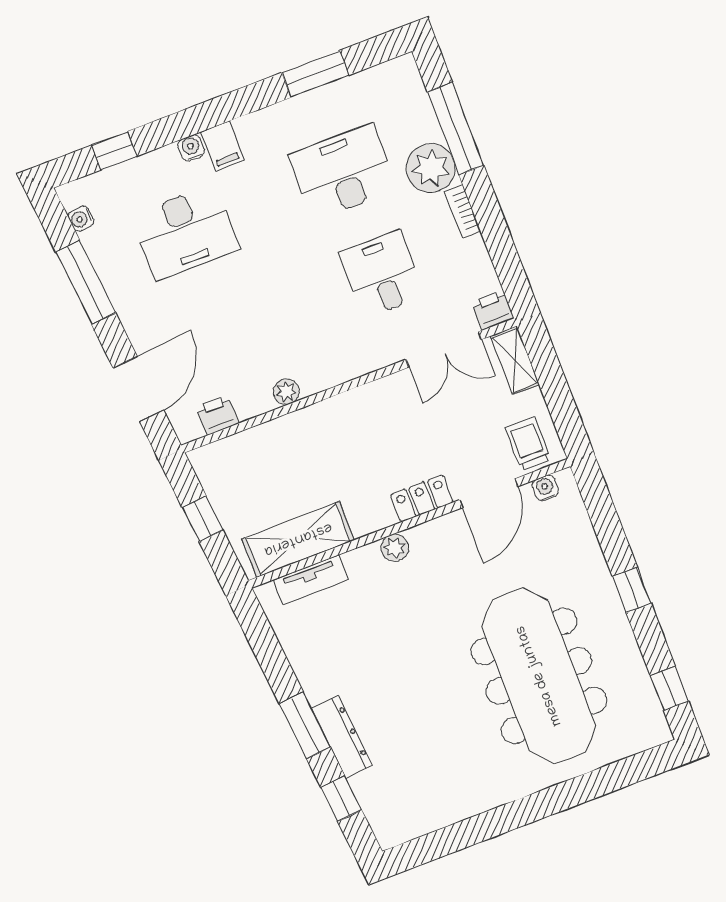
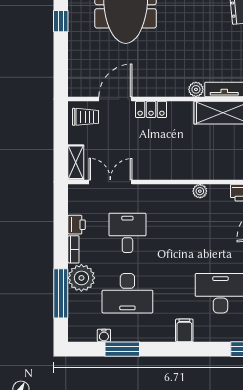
water cooler: (191, 148) -> (104, 335), moved
desk: (382, 274) -> (127, 233), turned 180
printer: (493, 310) -> (77, 225), moved, turned -90
trolley: (528, 444) -> (86, 117), turned -90
water cooler: (545, 488) -> (85, 91), removed
plant: (395, 548) -> (196, 89), moved

